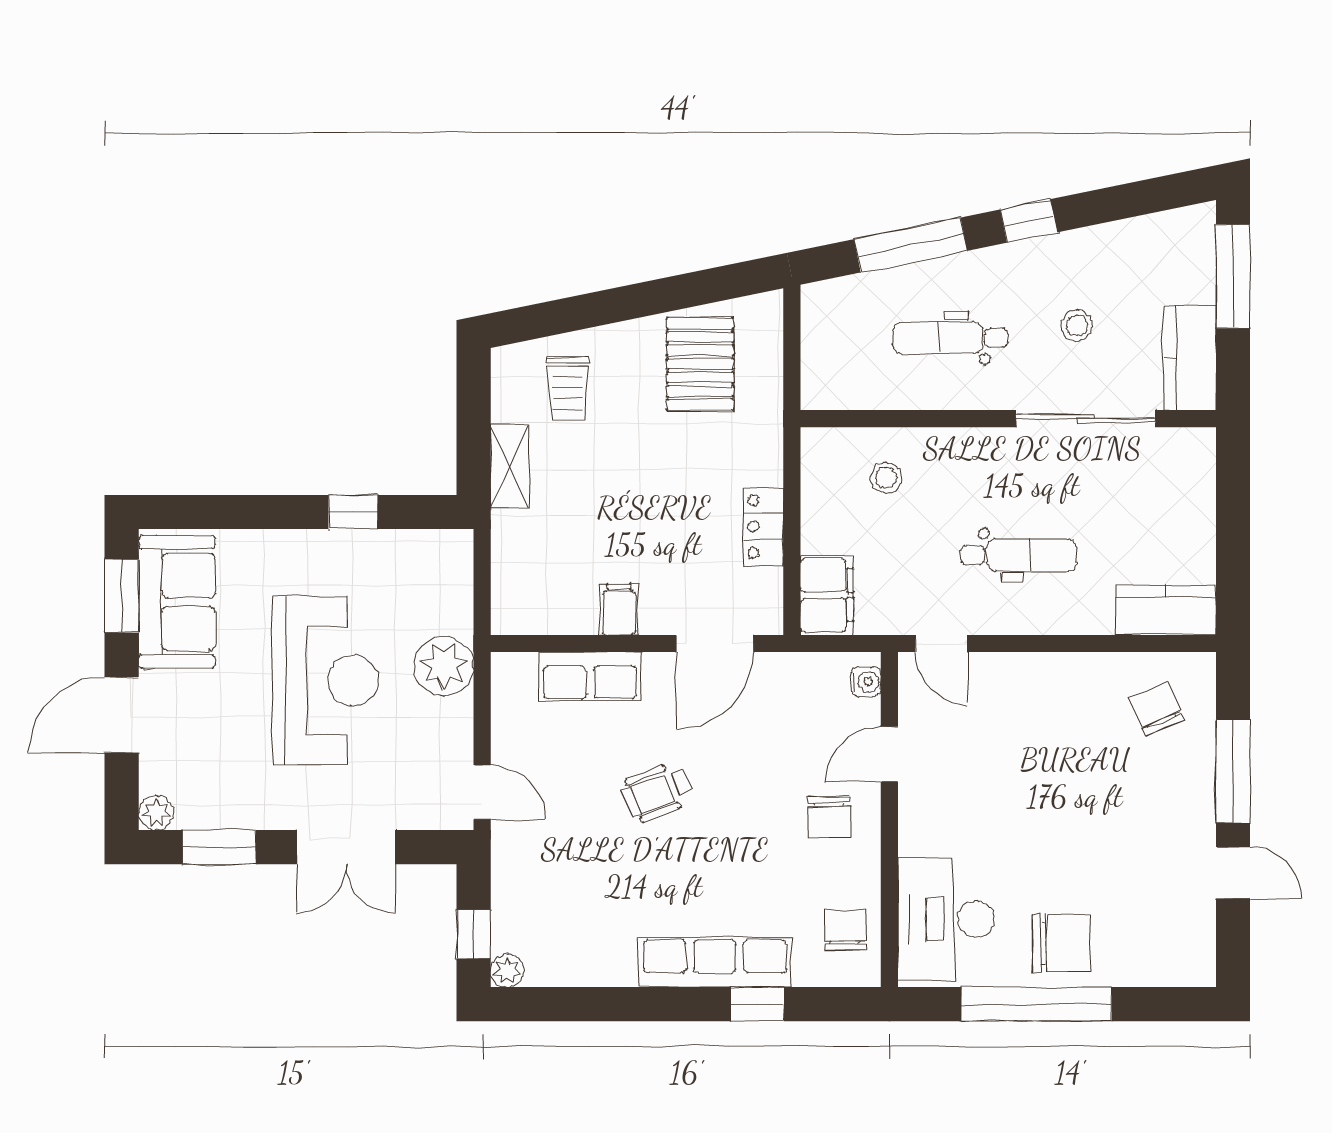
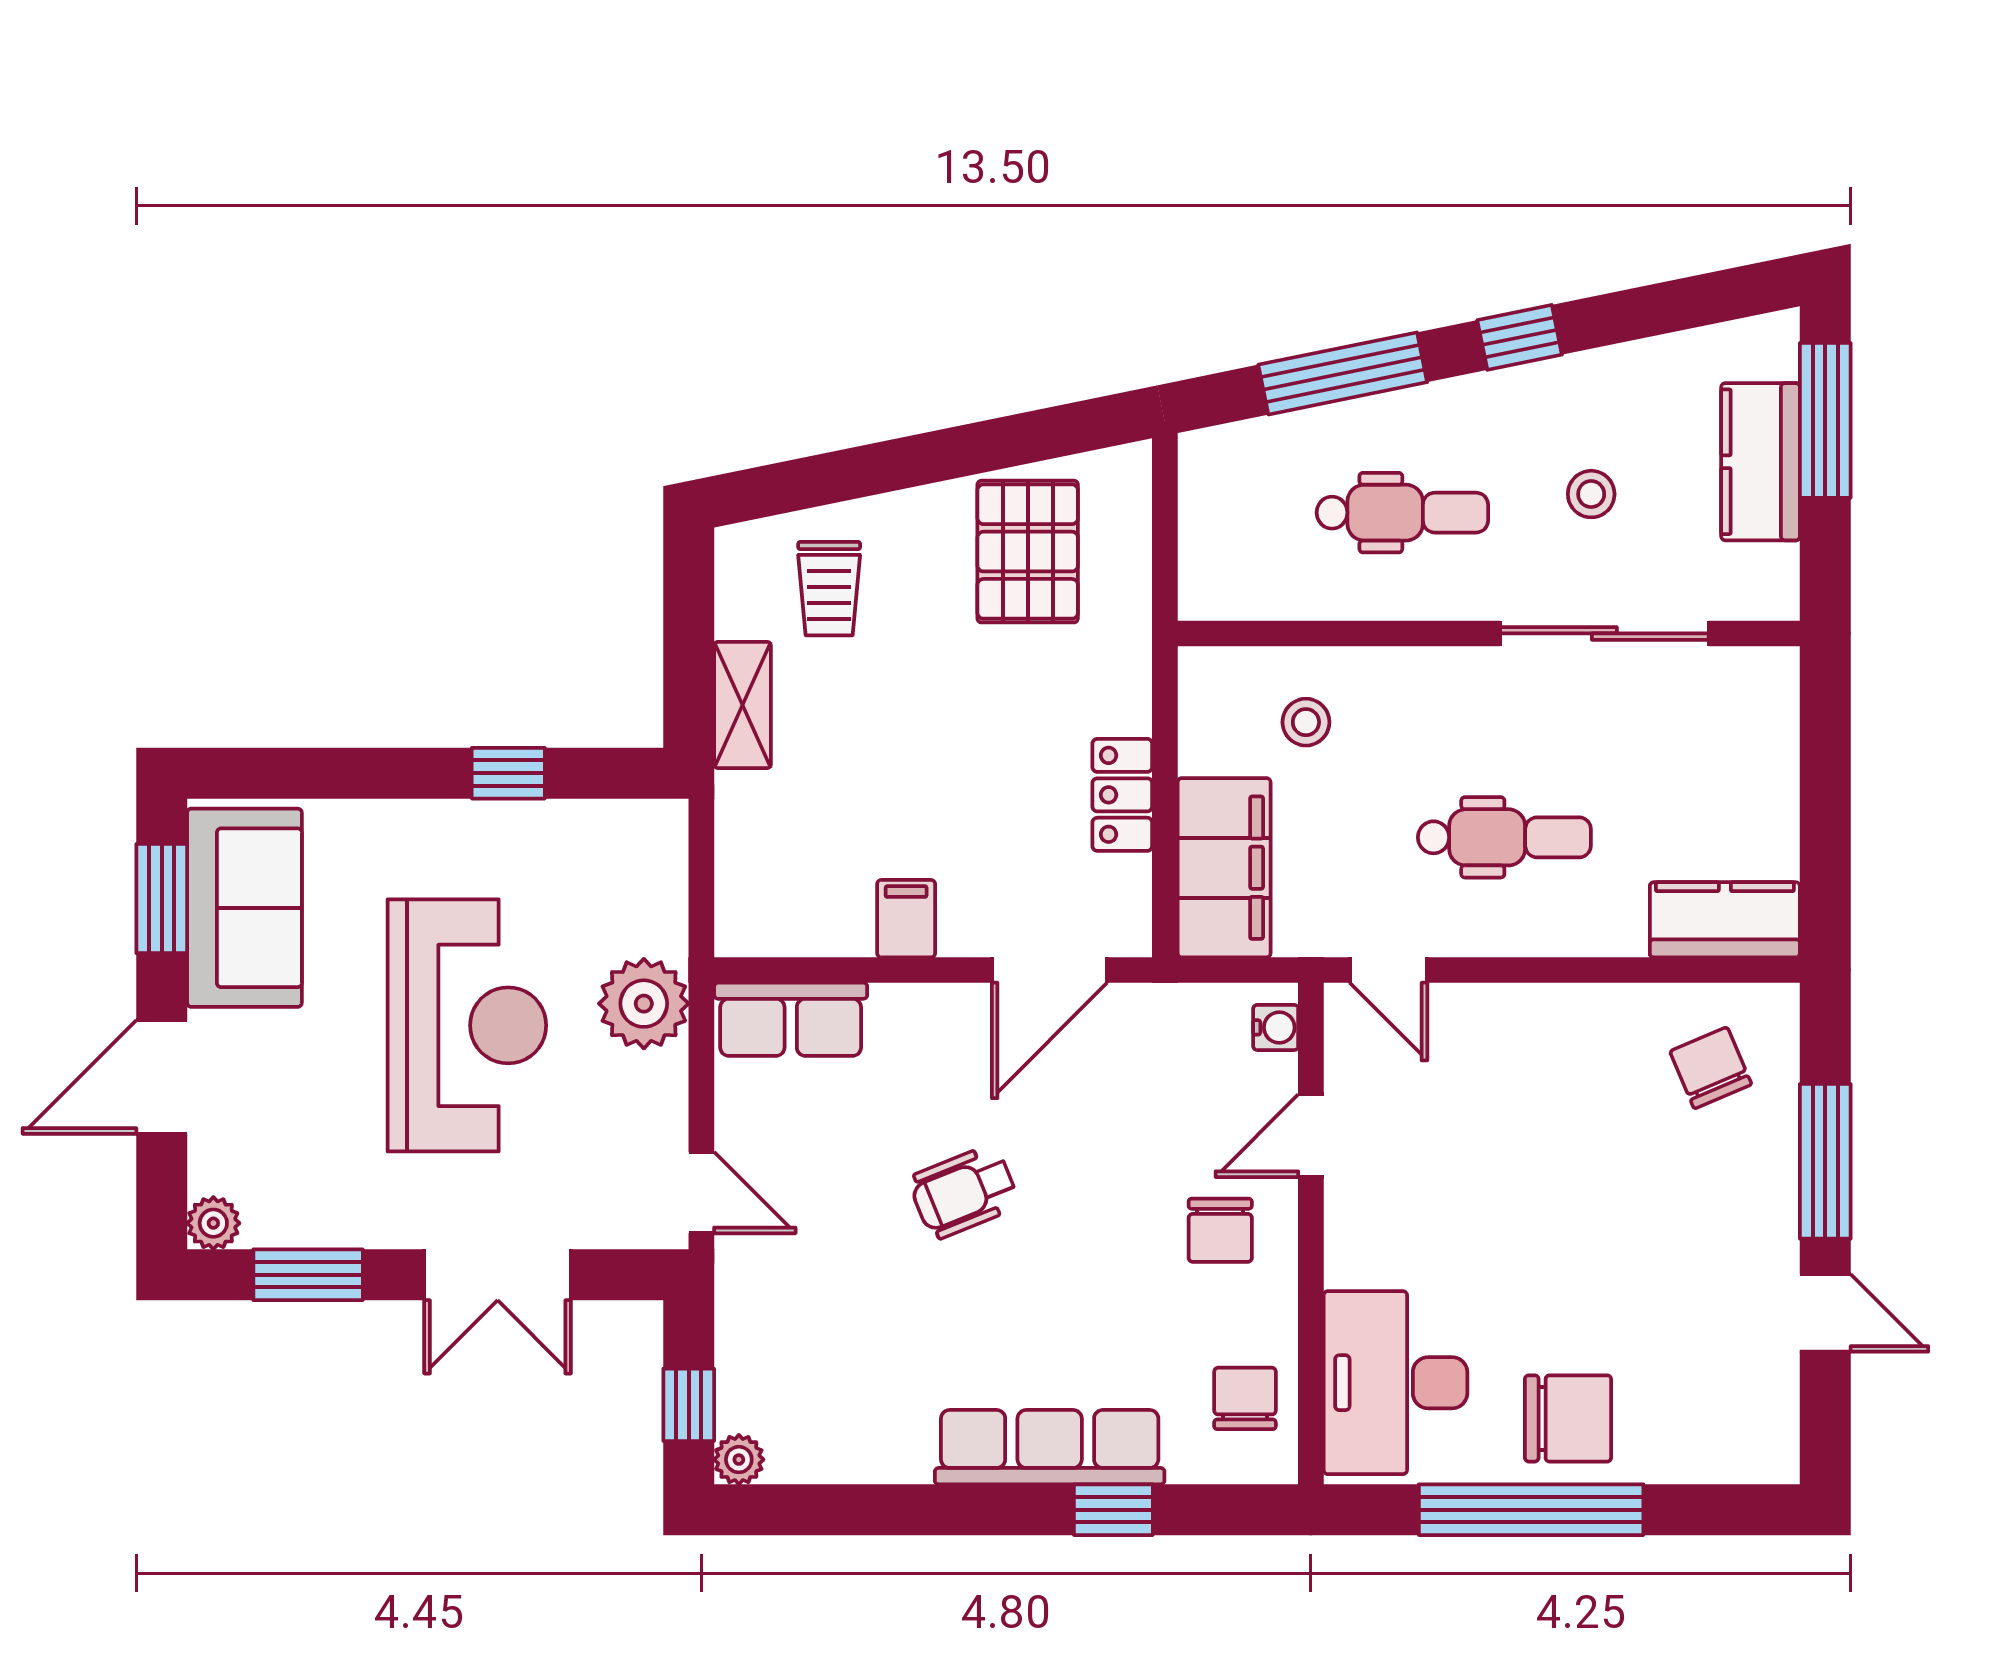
dental chair: (950, 338) -> (1402, 513), turned 180
kitchen counter: (1190, 358) -> (1761, 462), moved
filing cabinet: (827, 595) -> (1224, 868), width x1.50, depth x1.17
row of seats: (590, 676) -> (791, 1019), moved

